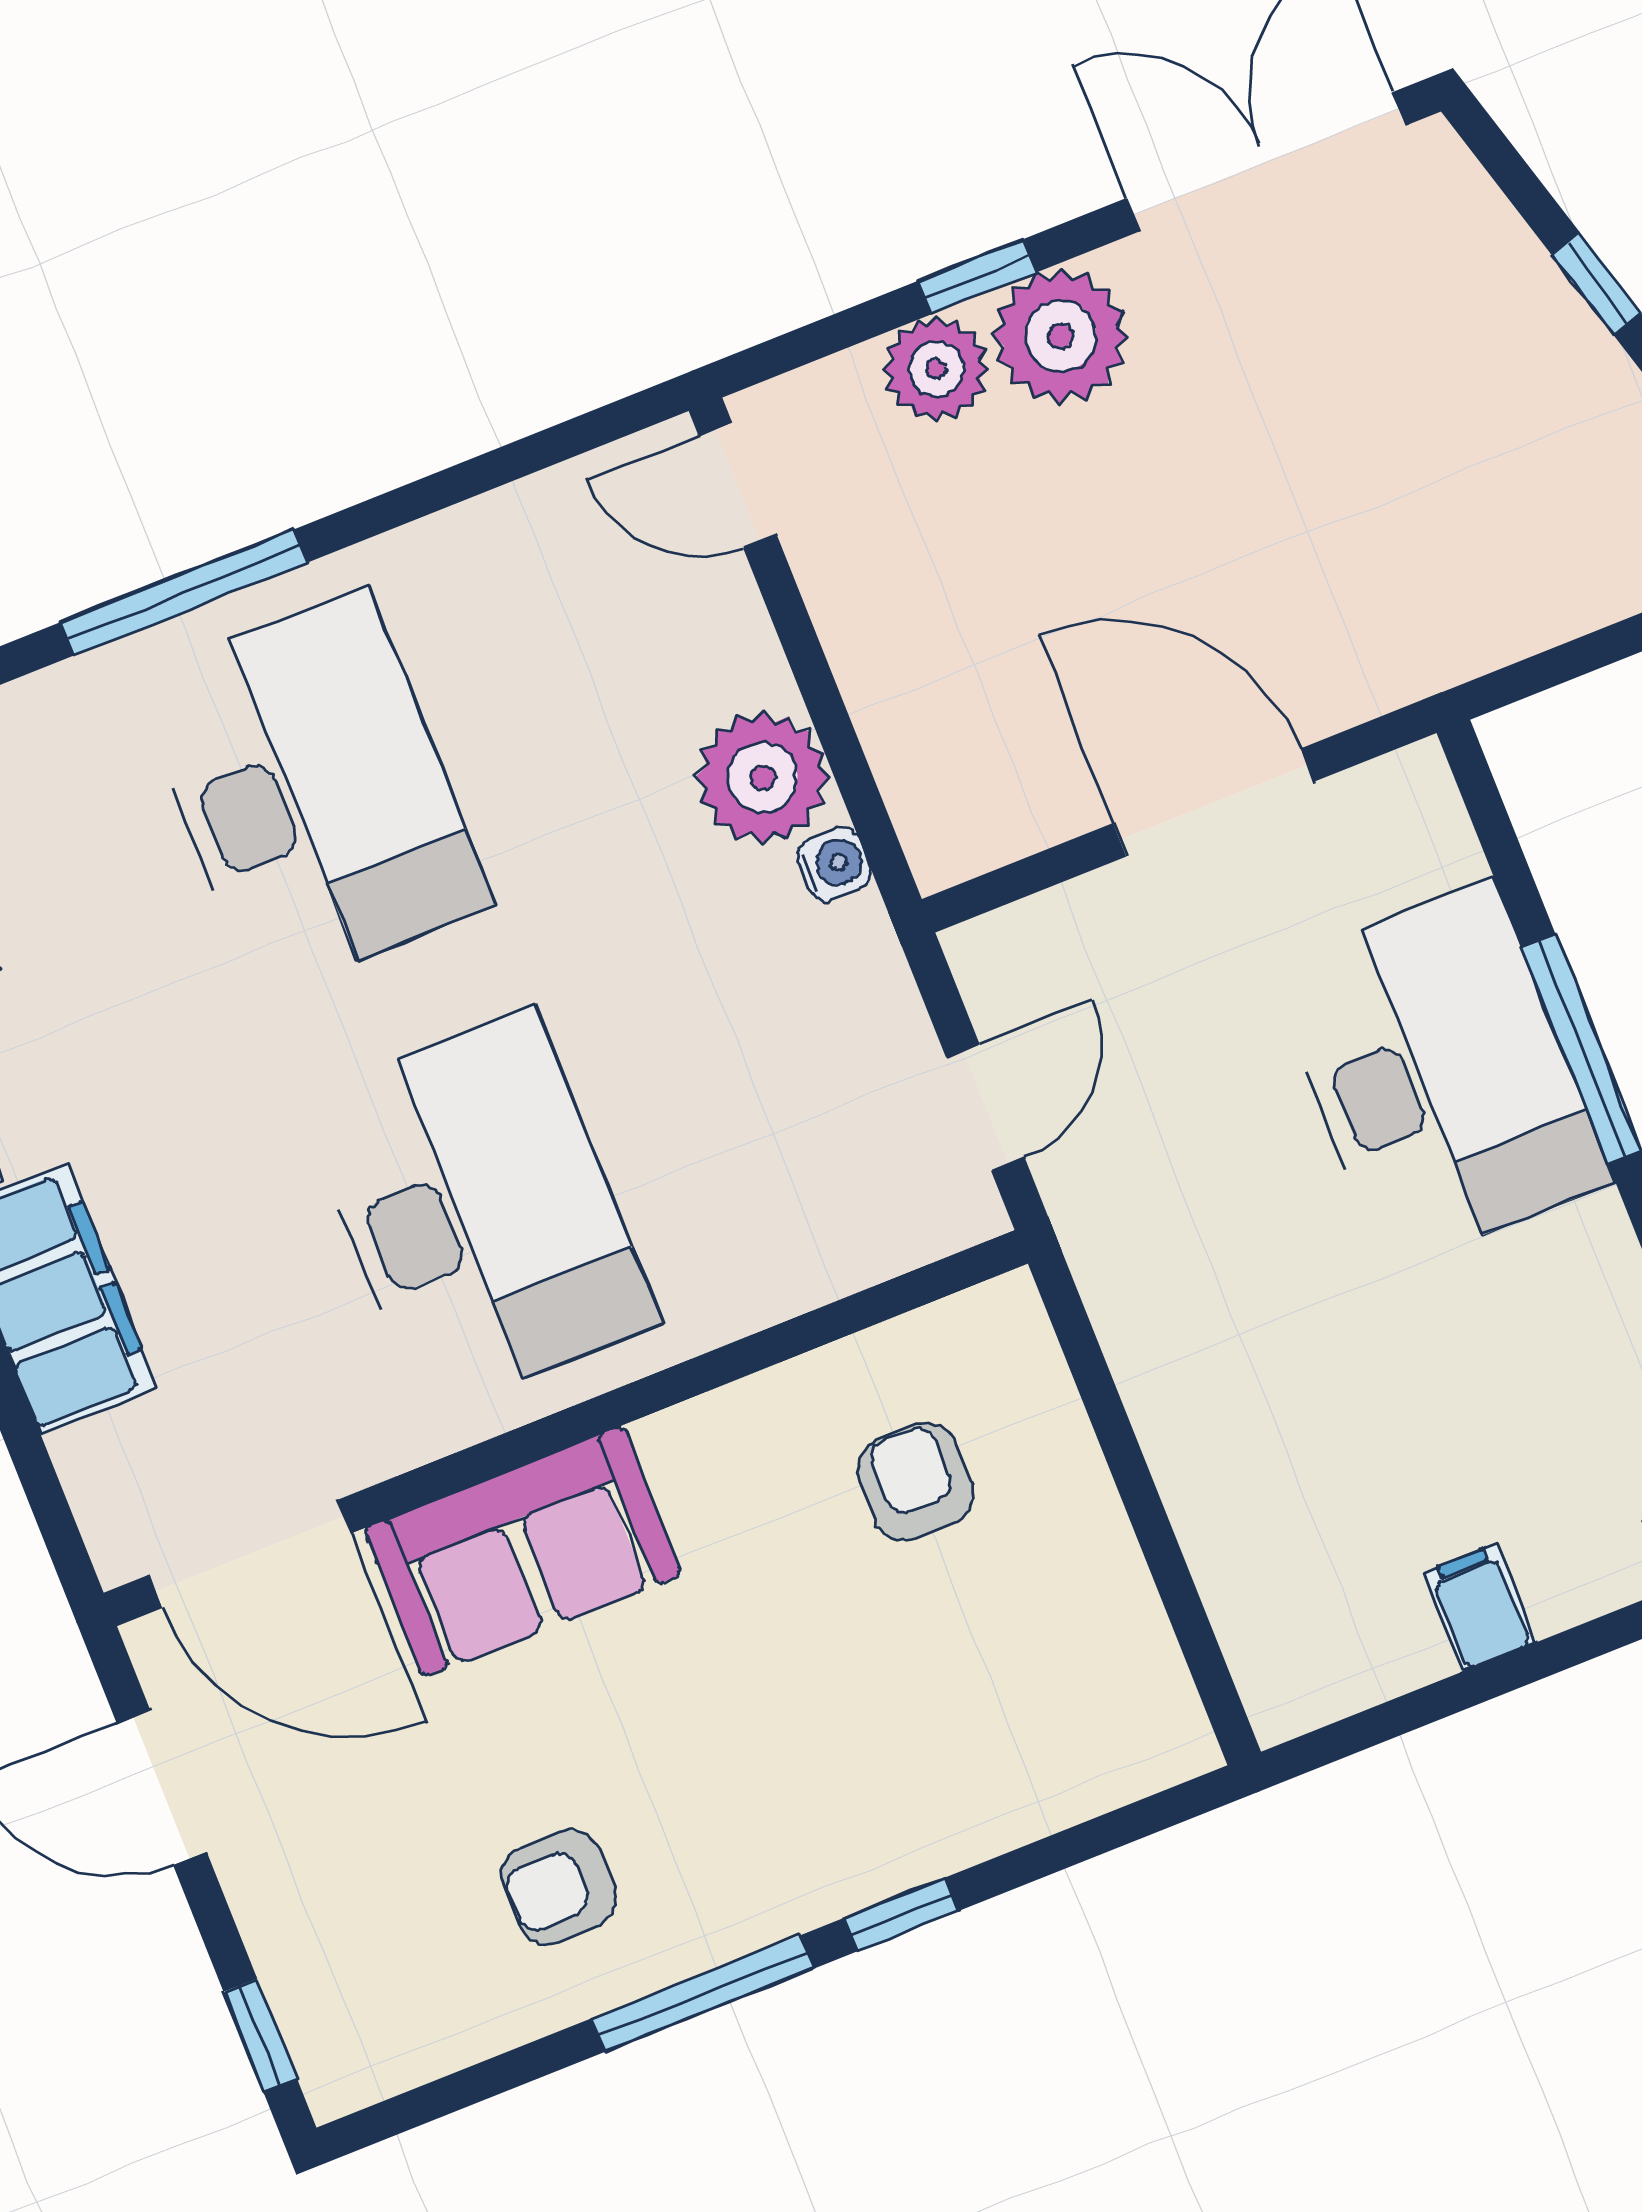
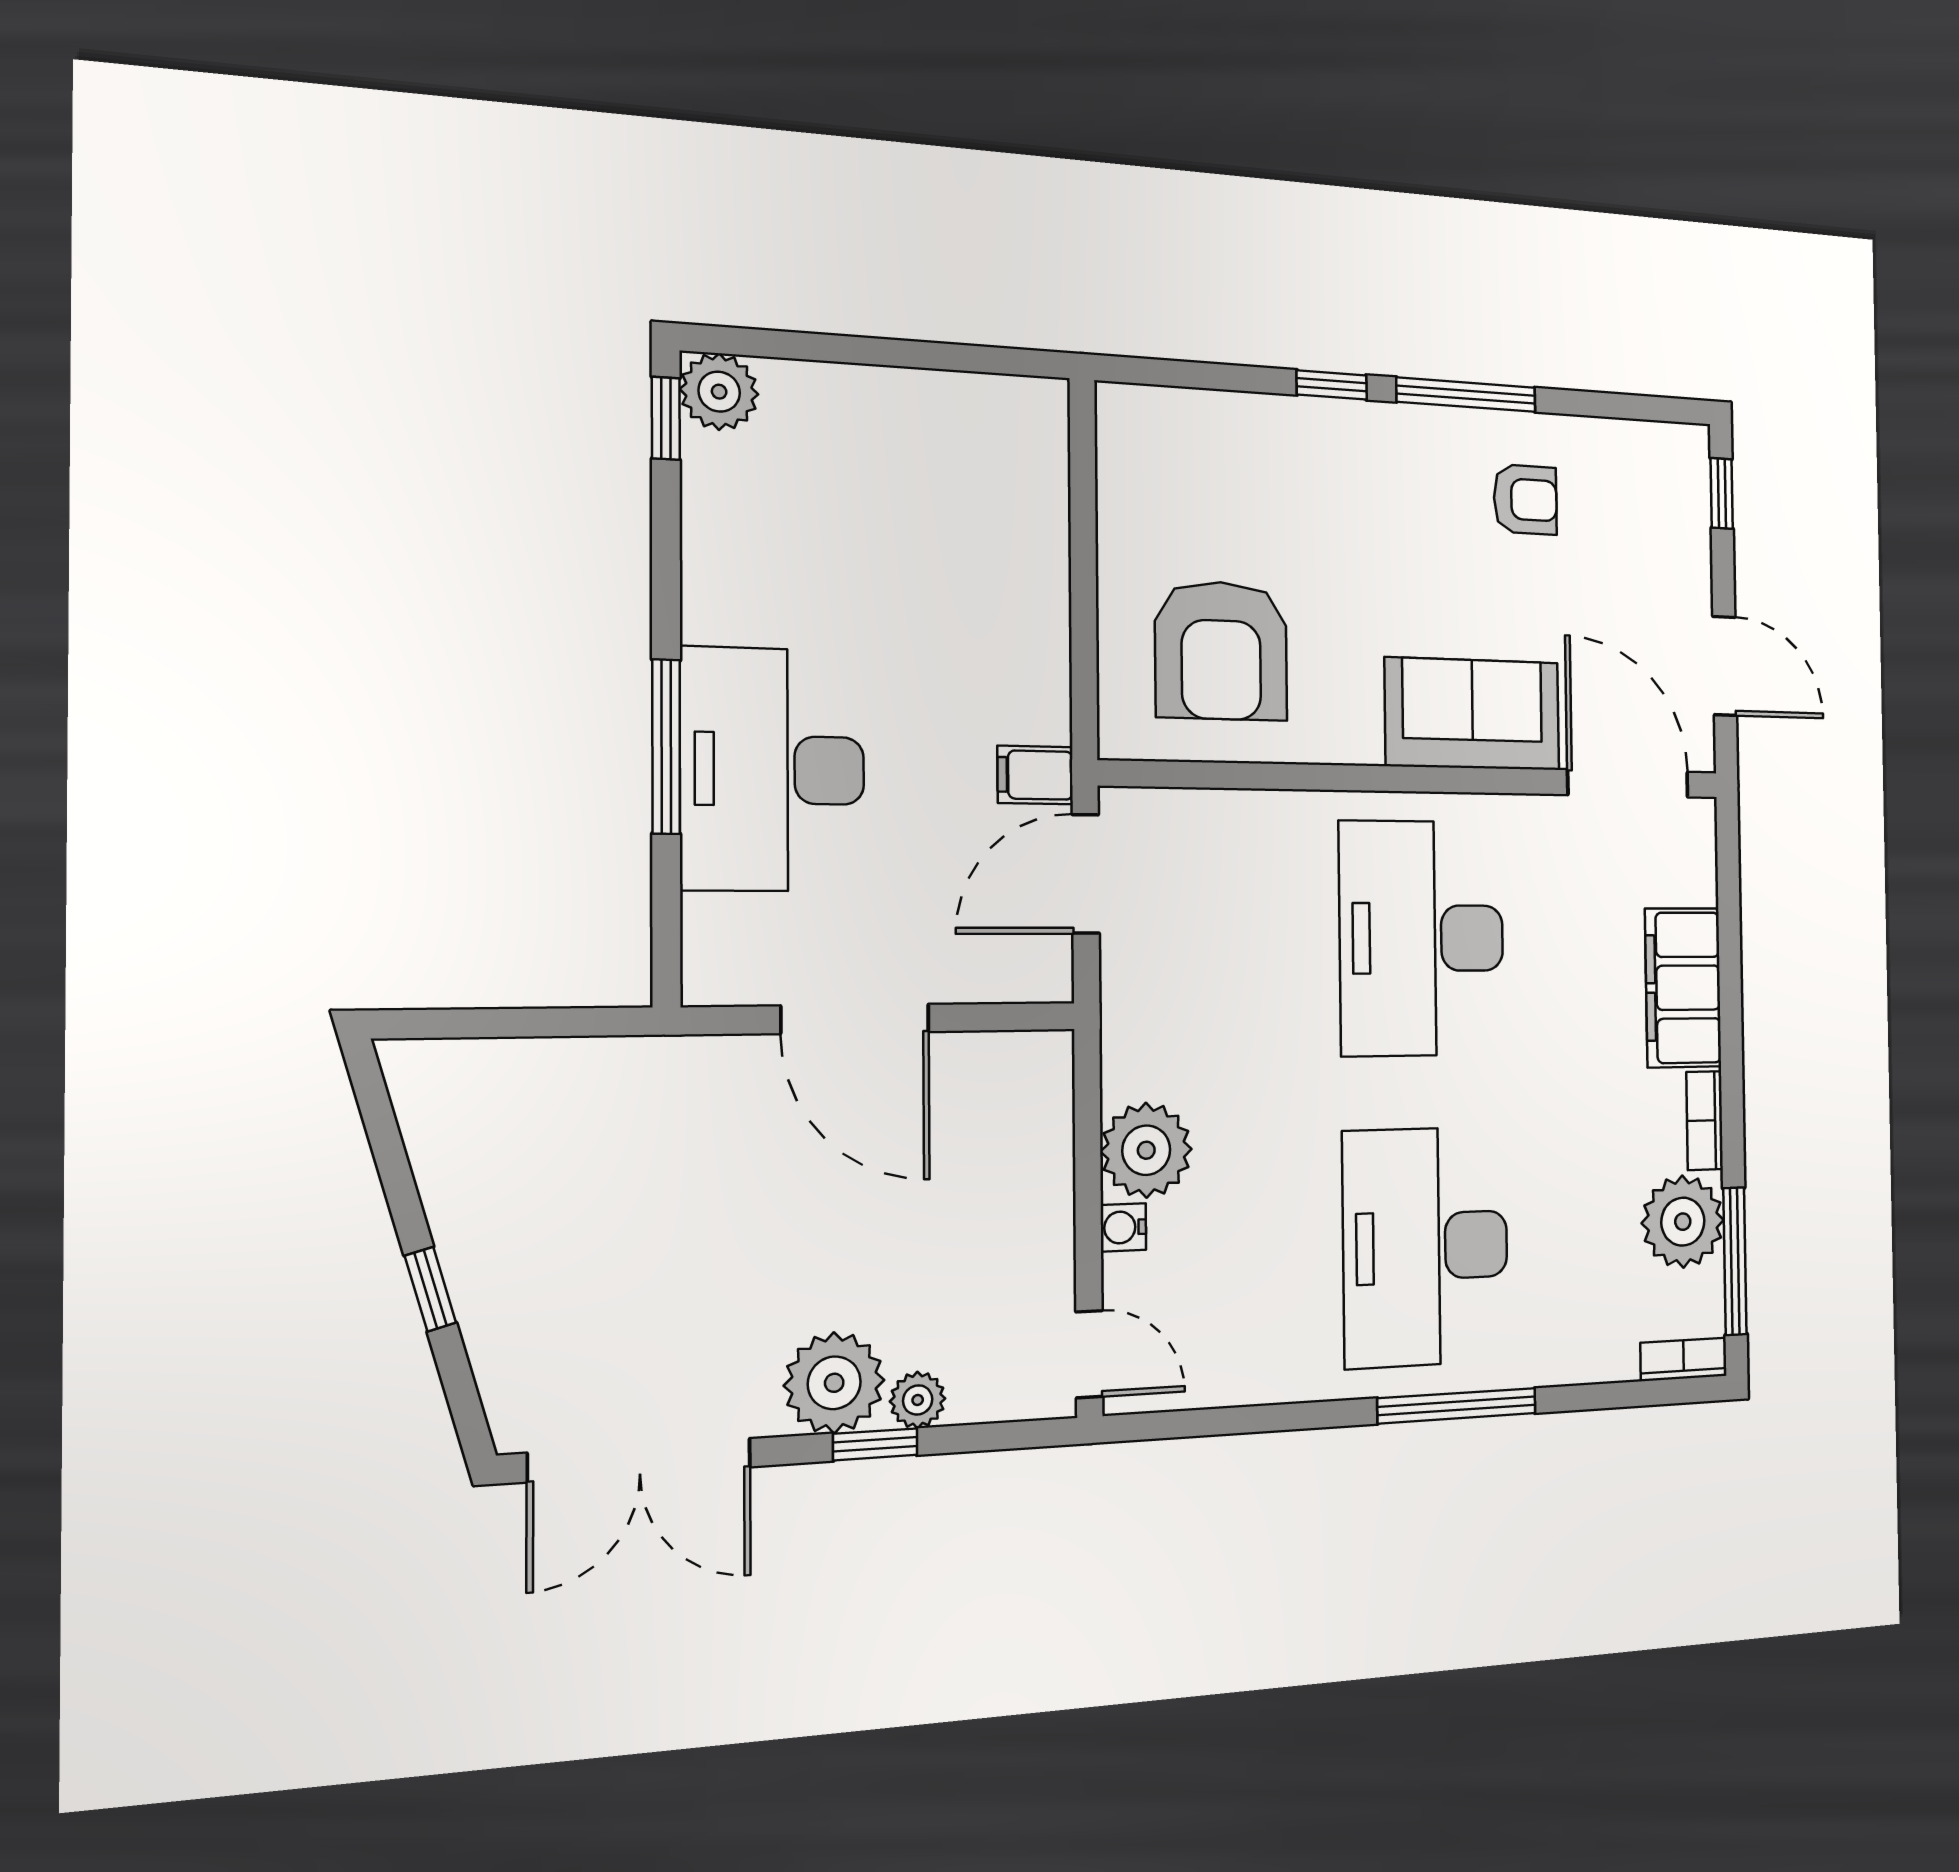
plant: (936, 369) -> (918, 1400), width x0.73, depth x0.73
water cooler: (834, 864) -> (1123, 1227), moved
door: (985, 1108) -> (1086, 874), width x1.38
armchair: (916, 1482) -> (1221, 651), width x1.88, depth x1.88
filing cabinet: (1479, 1607) -> (1035, 775), moved, turned 90

